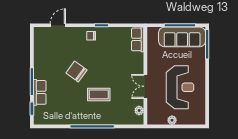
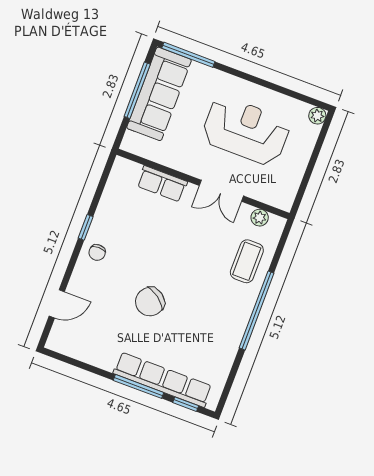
door: (58, 25) -> (57, 304), swing flipped
row of seats: (138, 39) -> (162, 184), moved
row of seats: (40, 92) -> (163, 380), width x2.02
coffee table: (99, 94) -> (247, 261), moved
plant: (172, 120) -> (317, 116), moved

